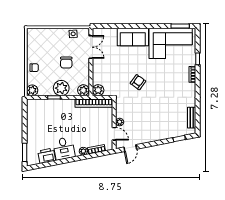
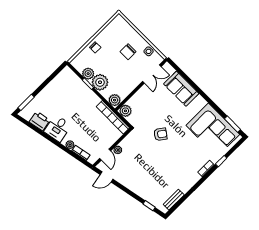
sofa: (133, 37) -> (181, 89), moved
chair: (66, 63) -> (128, 52), moved
plant: (32, 90) -> (88, 74), moved

